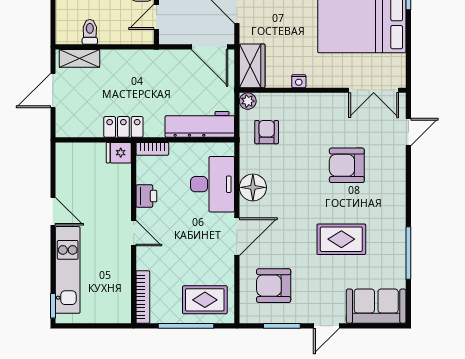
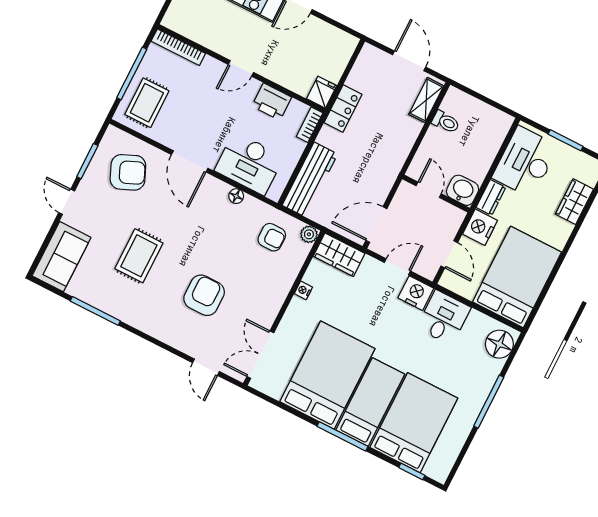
floor lamp: (253, 187) -> (236, 196), width x0.53, depth x0.53
printer: (146, 196) -> (272, 102), width x1.36, depth x1.24
armchair: (274, 286) -> (128, 172), turned 67

